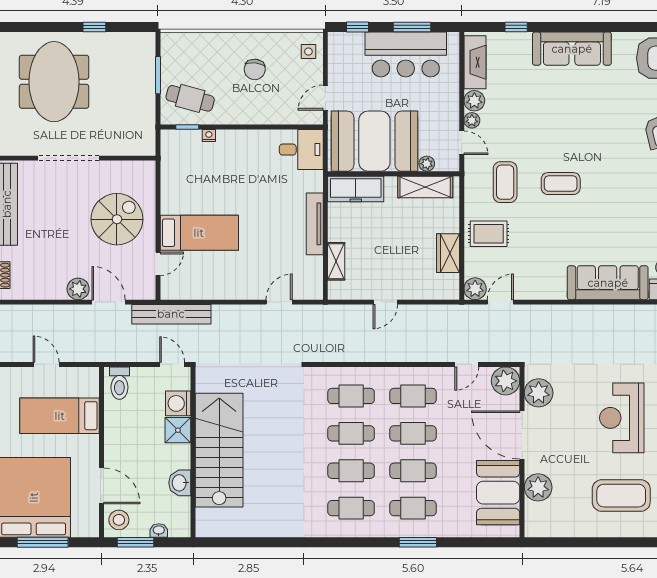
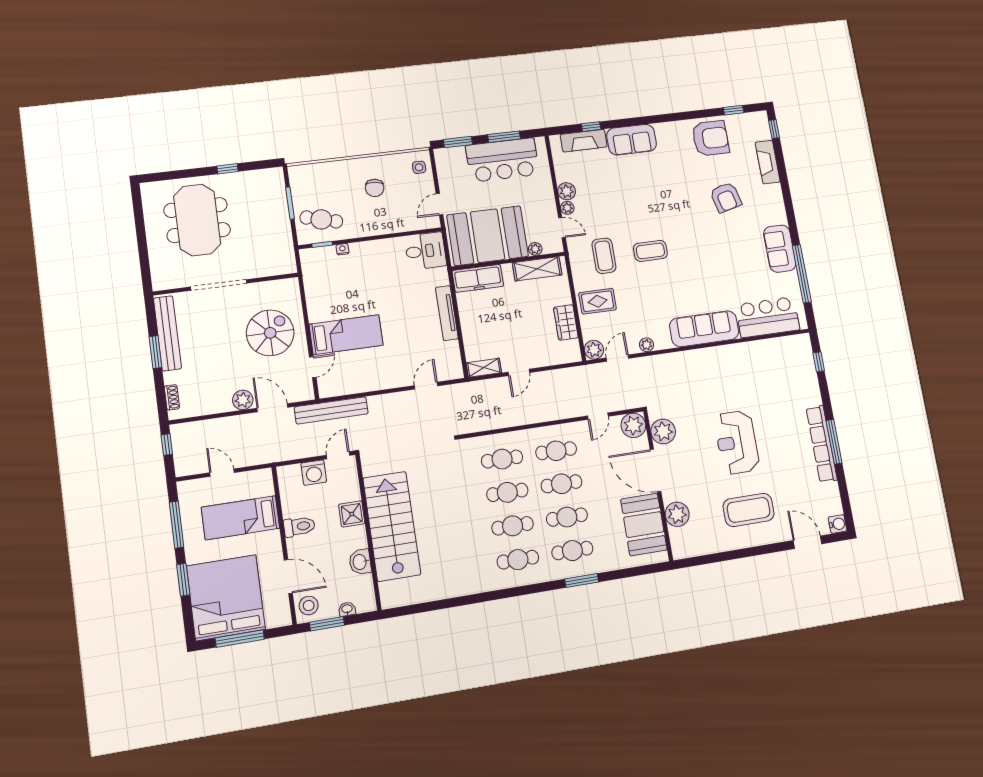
window: (357, 27) -> (458, 142), width x1.50
sofa: (572, 49) -> (632, 140), width x0.73
fireplace: (475, 62) -> (584, 141), moved, turned 90
shelving: (336, 261) -> (484, 368), moved, turned 90
plant: (537, 292) -> (646, 345), added
door: (172, 364) -> (338, 455), hinge flipped
toilet: (119, 383) -> (299, 526), moved, turned -90
washing machine: (178, 403) -> (314, 473), moved, turned -90

